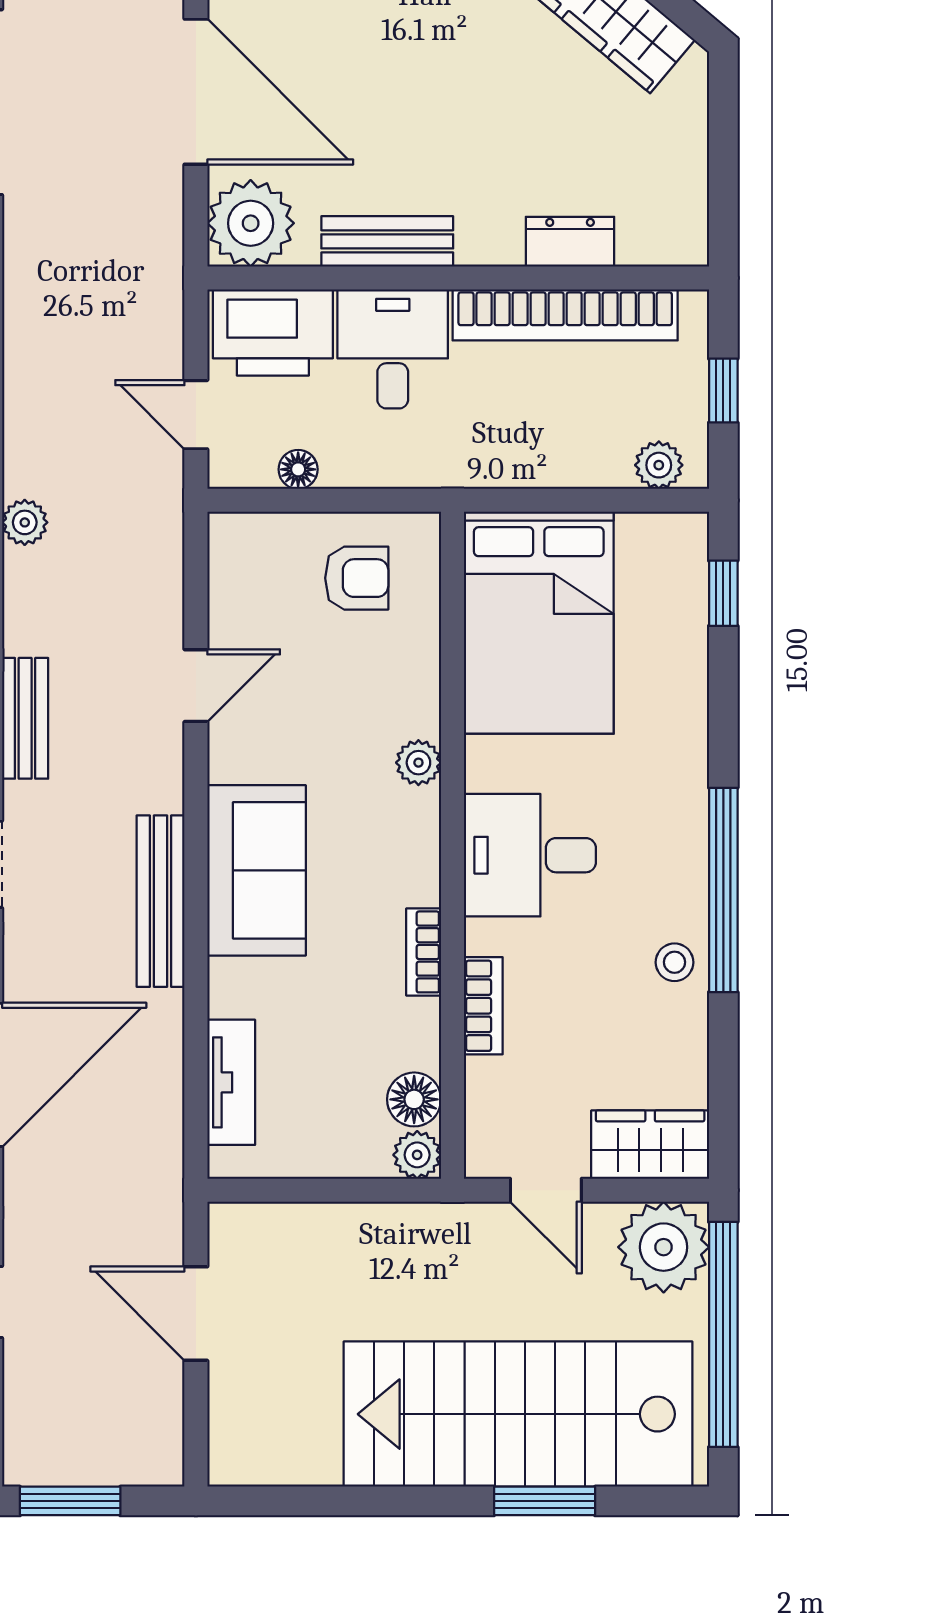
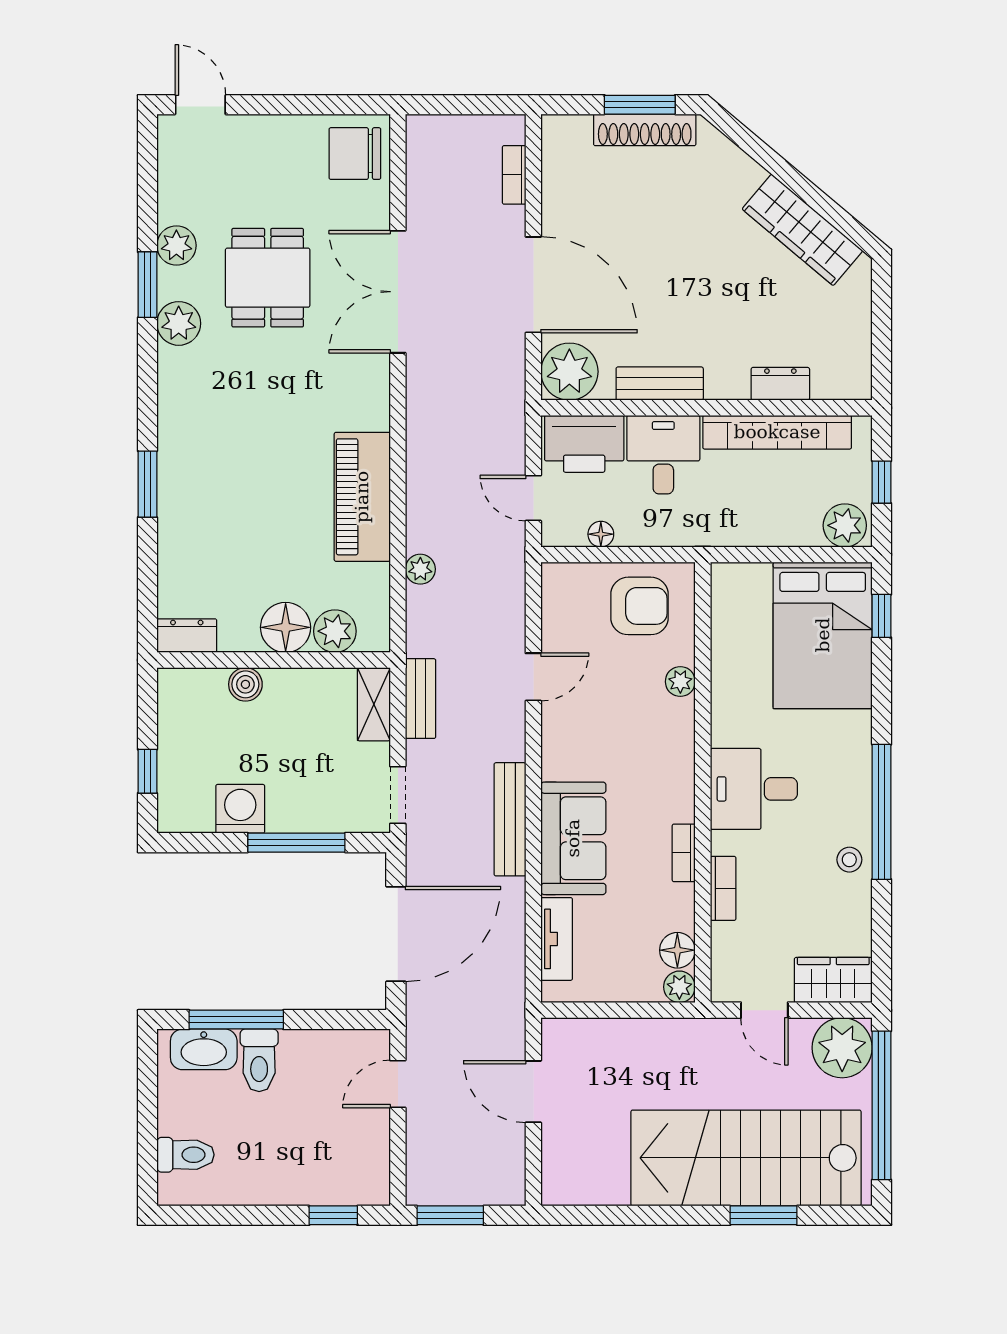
plant: (659, 465) -> (845, 525), width x1.38, depth x1.38
armchair: (357, 578) -> (640, 606), width x1.38, depth x1.38
bed: (539, 623) -> (823, 635), moved
plant: (418, 763) -> (680, 682), moved
sofa: (257, 870) -> (573, 838), moved

